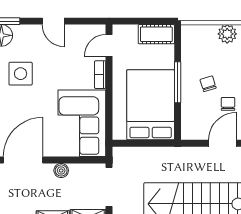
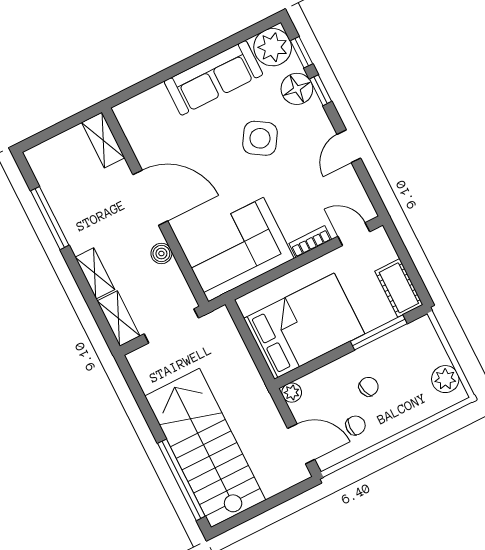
side table: (21, 74) -> (260, 138), turned 32
window: (178, 82) -> (379, 332), moved
plant: (188, 133) -> (292, 393), added

